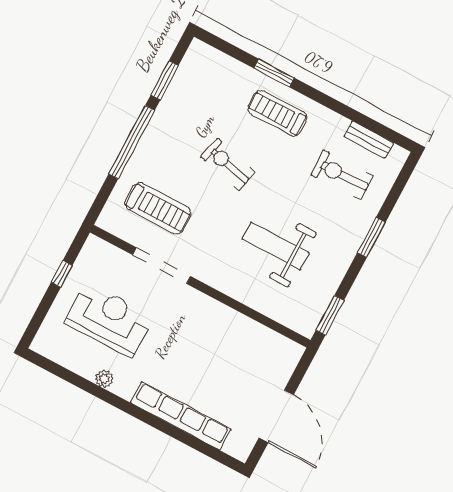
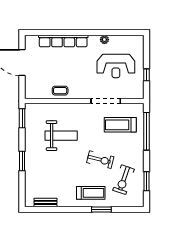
window: (132, 142) -> (147, 131), moved
exercise bike: (342, 175) -> (124, 180), moved, turned 110
coffee table: (234, 329) -> (60, 91), added

